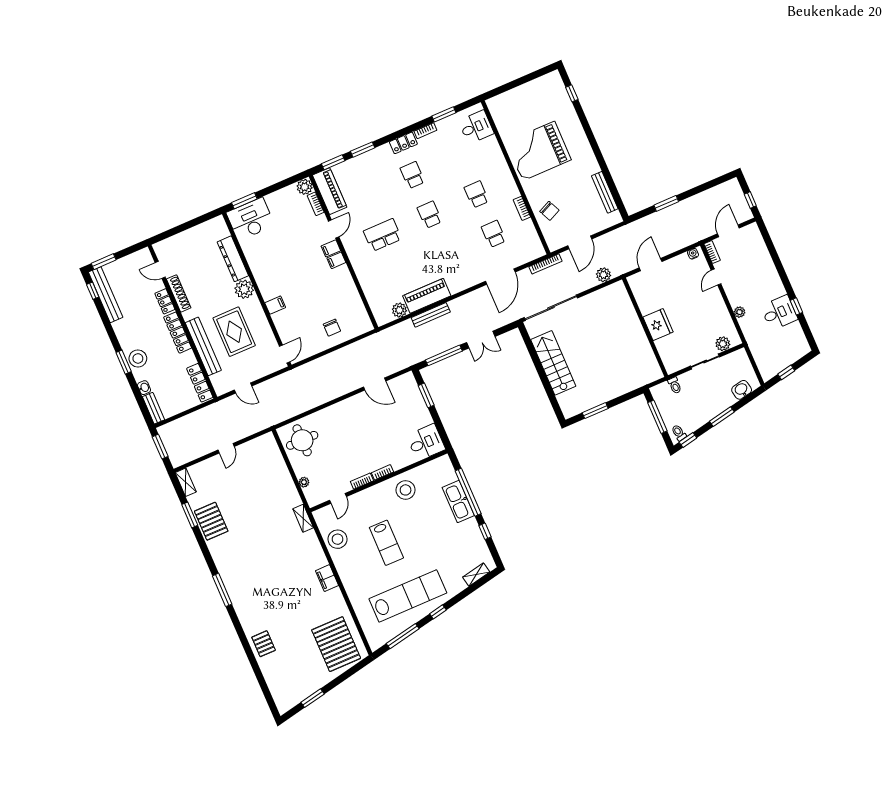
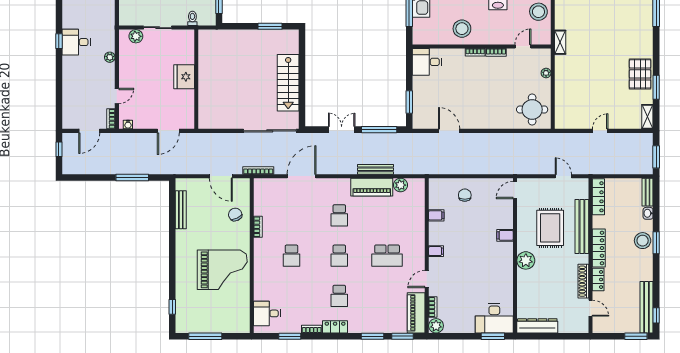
window: (527, 78) -> (205, 336), added
window: (666, 203) -> (132, 178), width x1.44
school desk: (494, 234) -> (339, 215), moved
door: (580, 242) -> (221, 176), swing flipped
filing cabinet: (331, 248) -> (436, 215), moved
dresser: (233, 259) -> (537, 326), moved, turned -90
plant: (603, 275) -> (212, 140), removed

